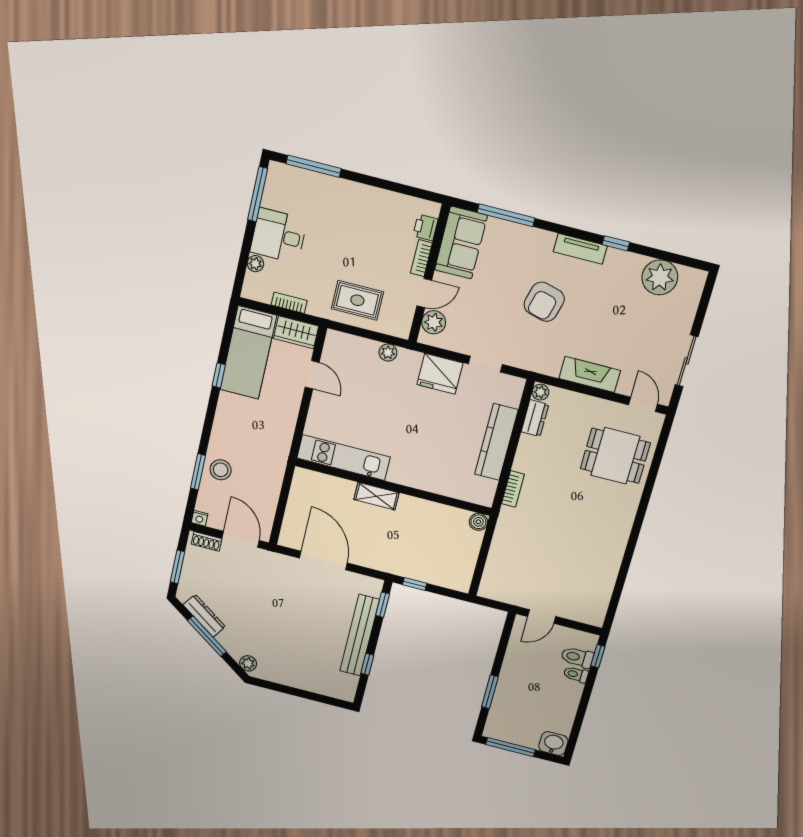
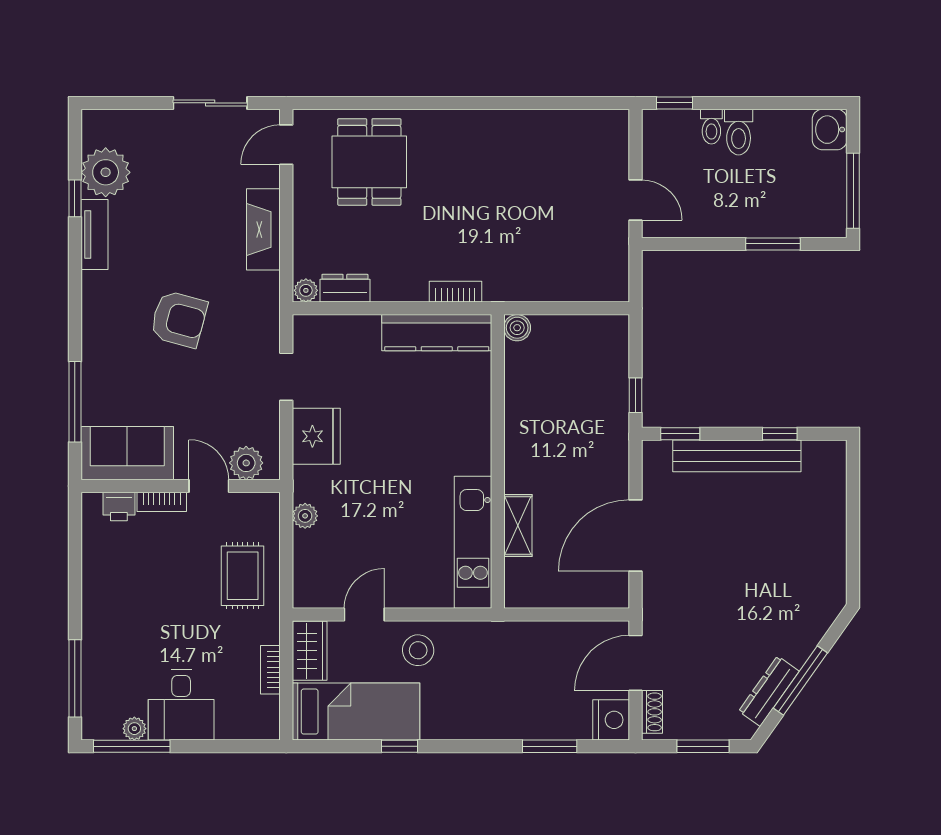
window: (616, 243) -> (75, 198), moved
tv unit: (580, 249) -> (94, 234), moved
plant: (255, 264) -> (134, 729), moved
kitchen counter: (496, 442) -> (437, 333), moved
stool: (221, 470) -> (418, 650), moved
shelving: (376, 496) -> (518, 526), moved
nightstand: (200, 518) -> (611, 720), width x1.89, depth x1.79
toilet: (577, 657) -> (739, 132), moved
plant: (248, 663) -> (827, 610), removed

